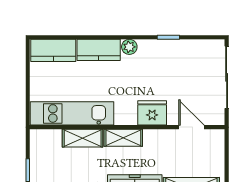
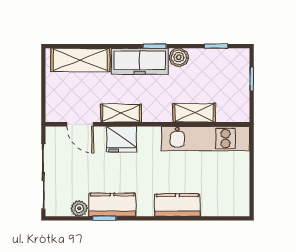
plant: (129, 47) -> (79, 208), moved
kitchen counter: (53, 50) -> (112, 205), moved
shelving: (123, 138) -> (121, 113), moved

